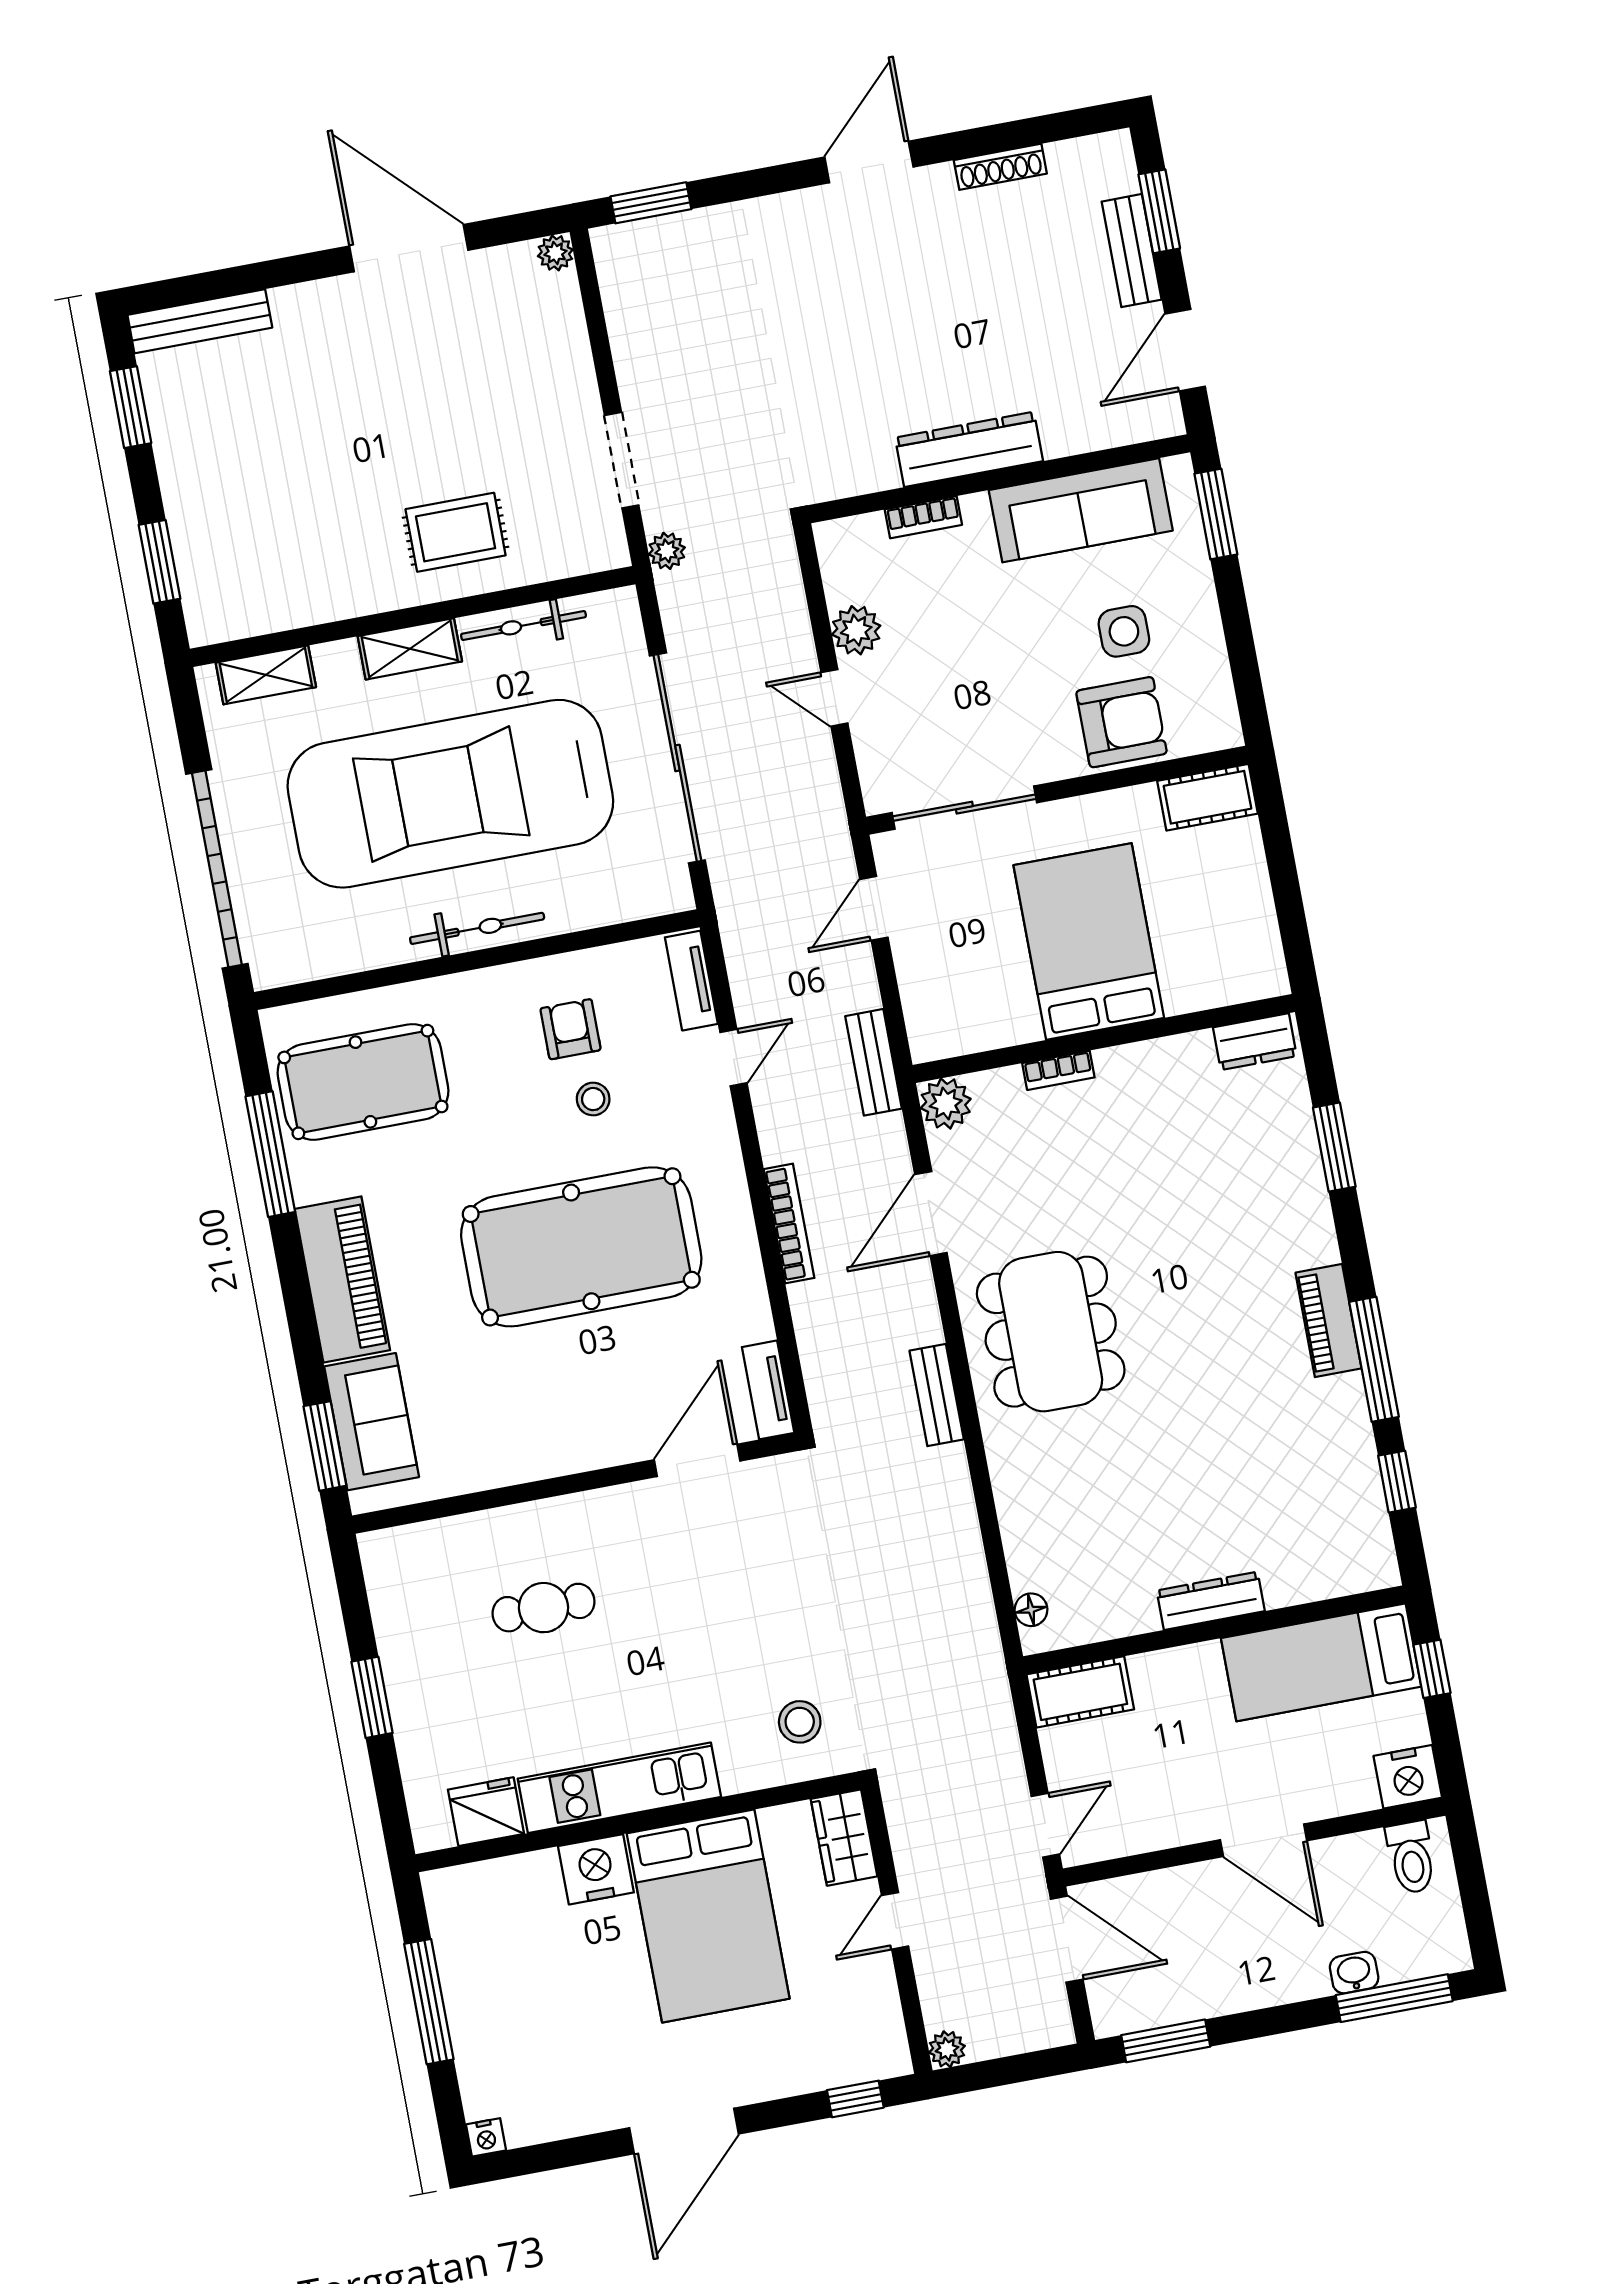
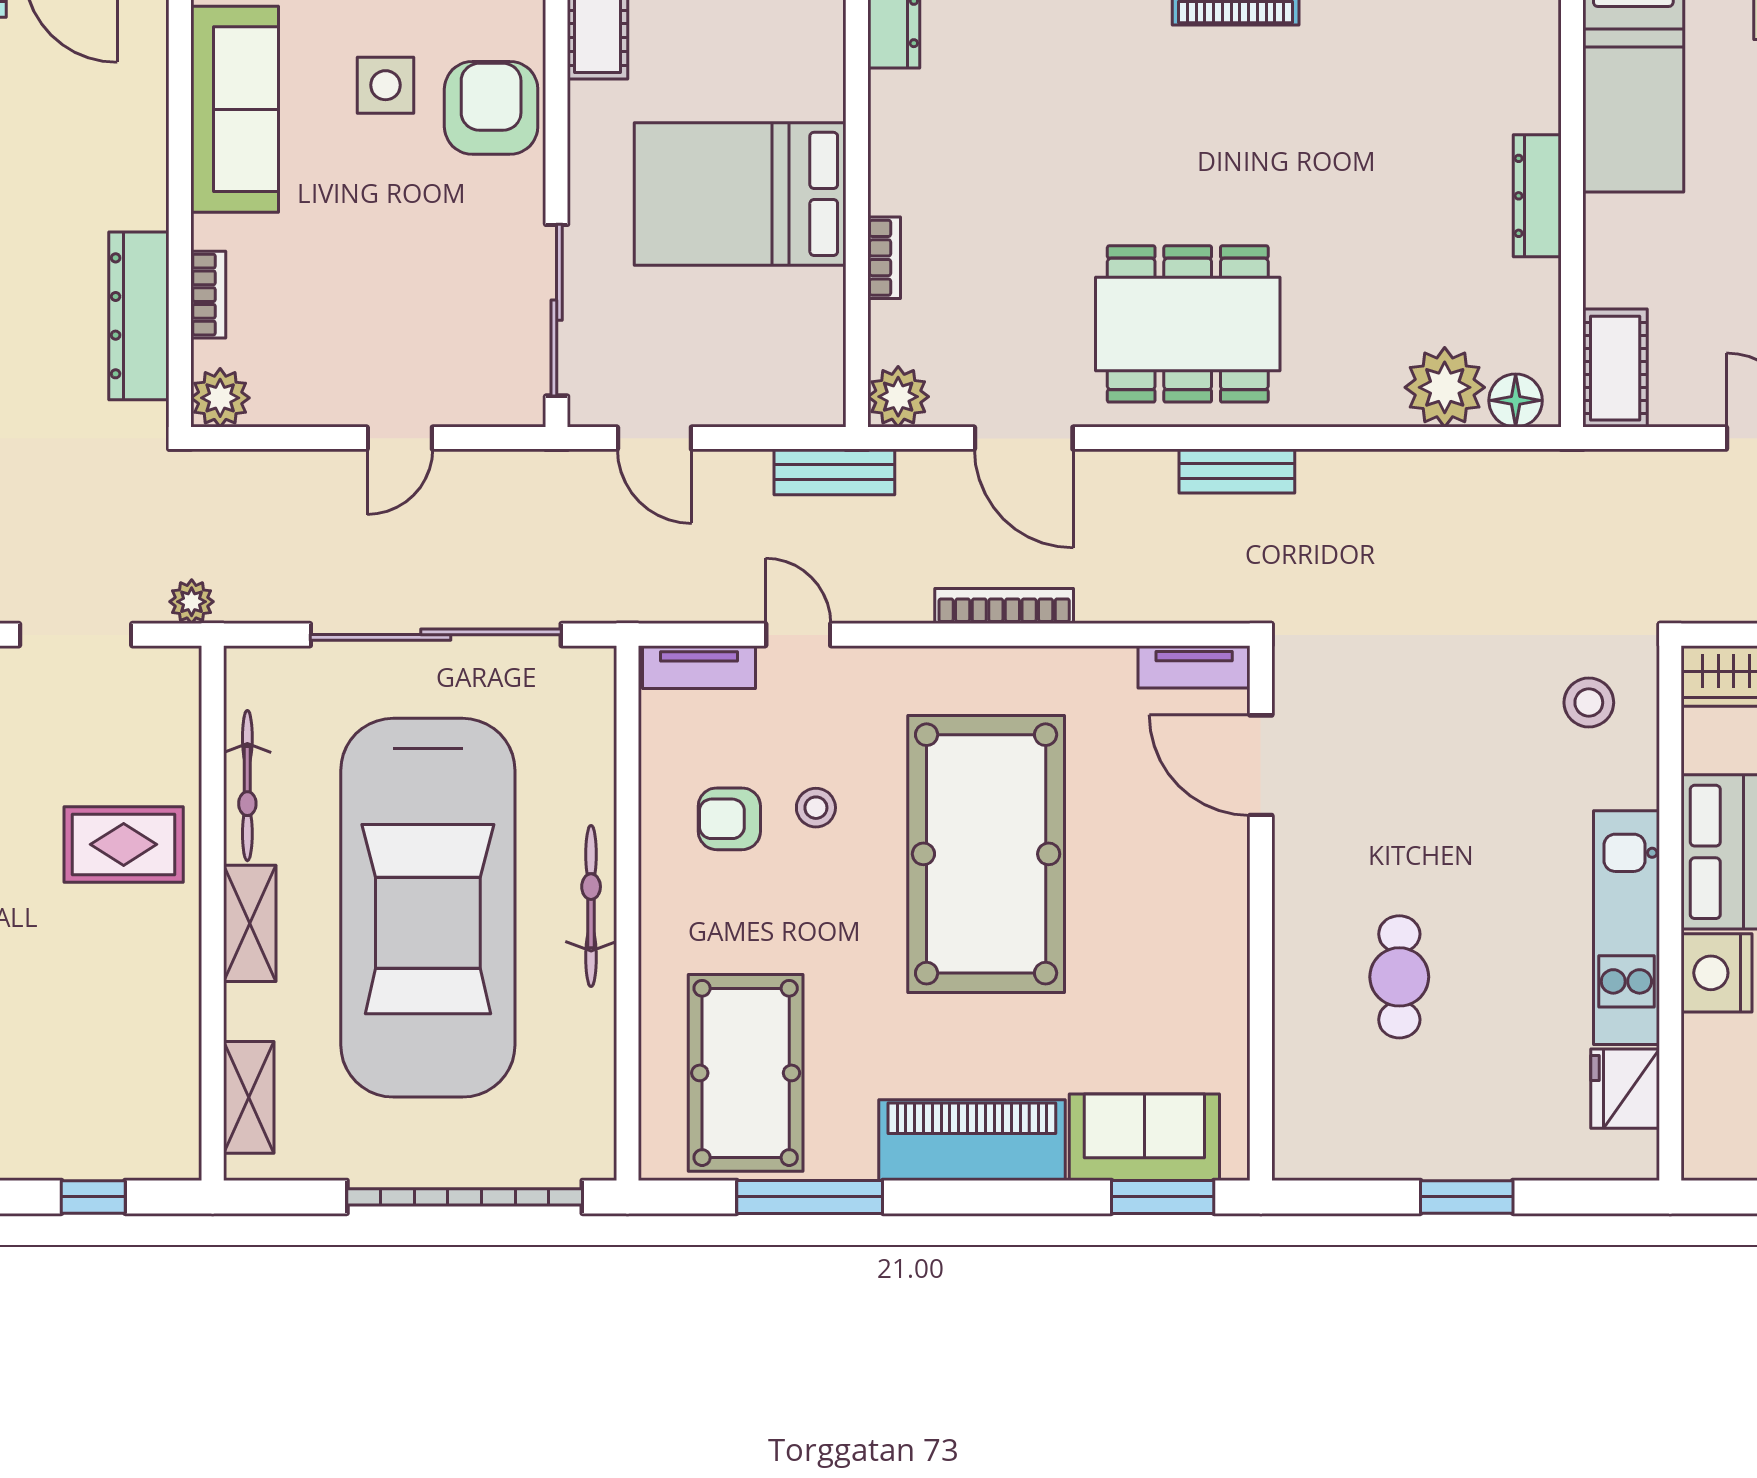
dresser: (969, 449) -> (139, 316), moved
rug: (456, 532) -> (124, 844), turned 90
window: (159, 562) -> (93, 1197), width x0.67
plant: (856, 630) -> (220, 398), moved
plant: (1038, 1554) -> (1445, 387), added
floor lamp: (1031, 1610) -> (1516, 400), width x1.37, depth x1.37

